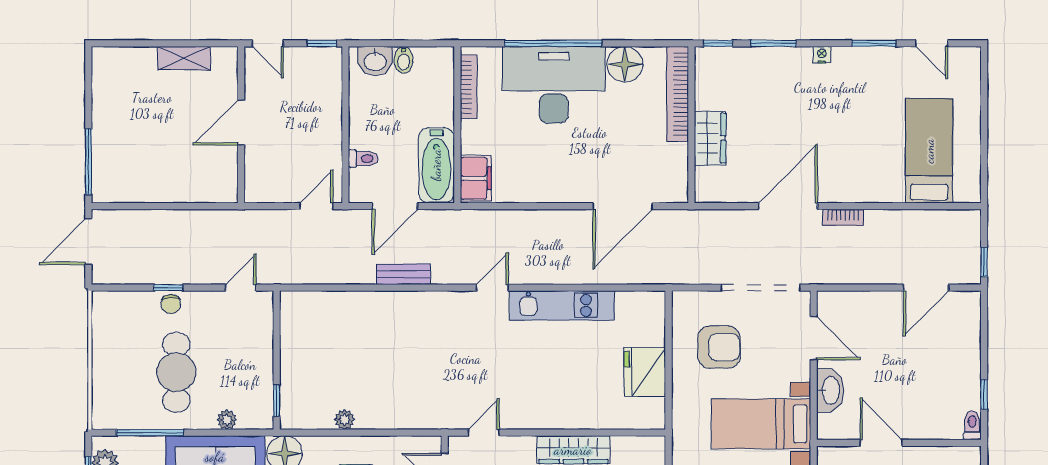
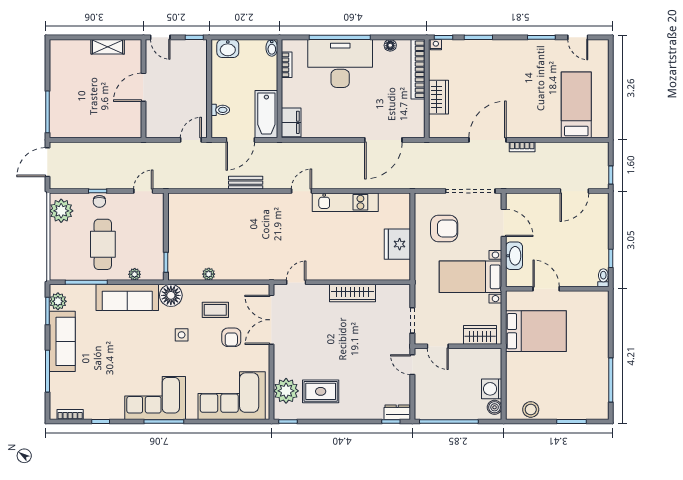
nightstand: (822, 55) -> (436, 45), moved
bidet: (403, 60) -> (272, 48), moved
floor lamp: (625, 64) -> (390, 45), width x0.53, depth x0.53
bookcase: (469, 87) -> (287, 65), width x0.64
plant: (110, 319) -> (61, 211), added

